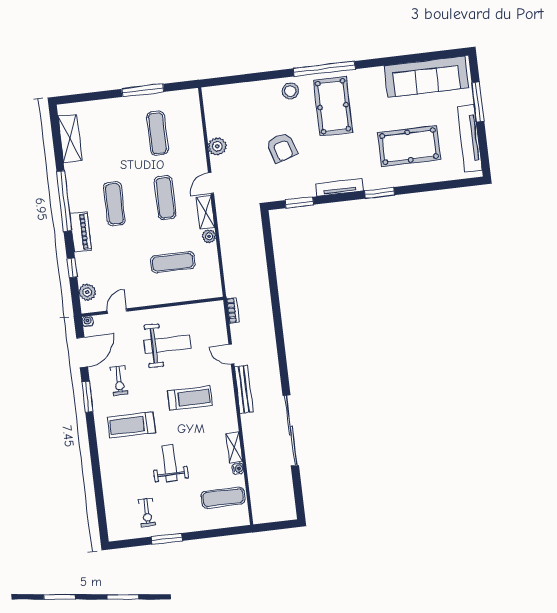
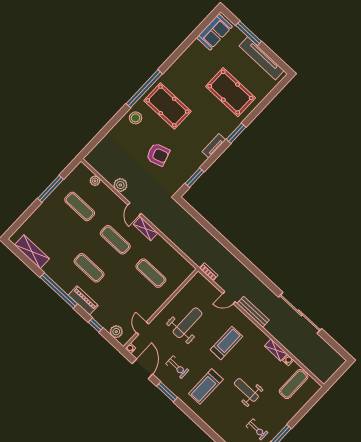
sofa: (426, 77) -> (214, 32), width x0.54, depth x0.79
pool table: (409, 146) -> (230, 92), turned 90
tv unit: (339, 187) -> (214, 146), width x0.71
plant: (209, 236) -> (95, 181), moved
exercise mat: (173, 262) -> (151, 273), turned 90

